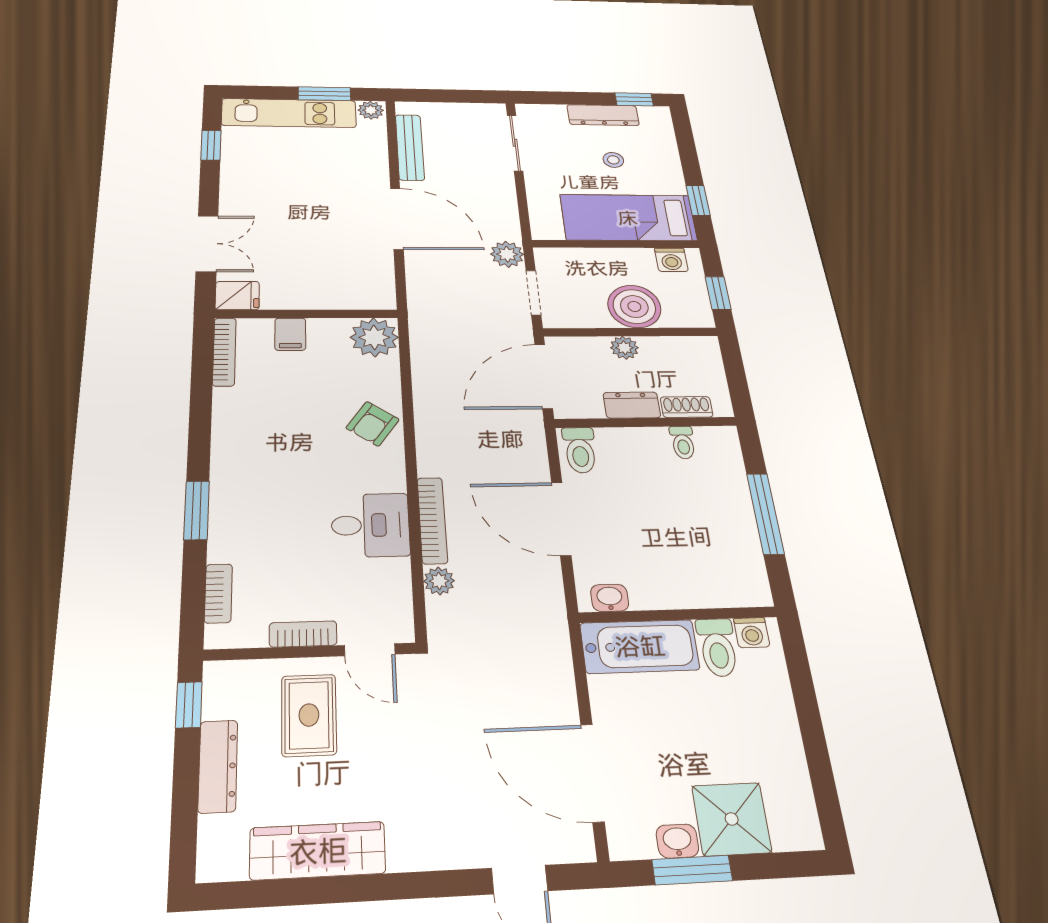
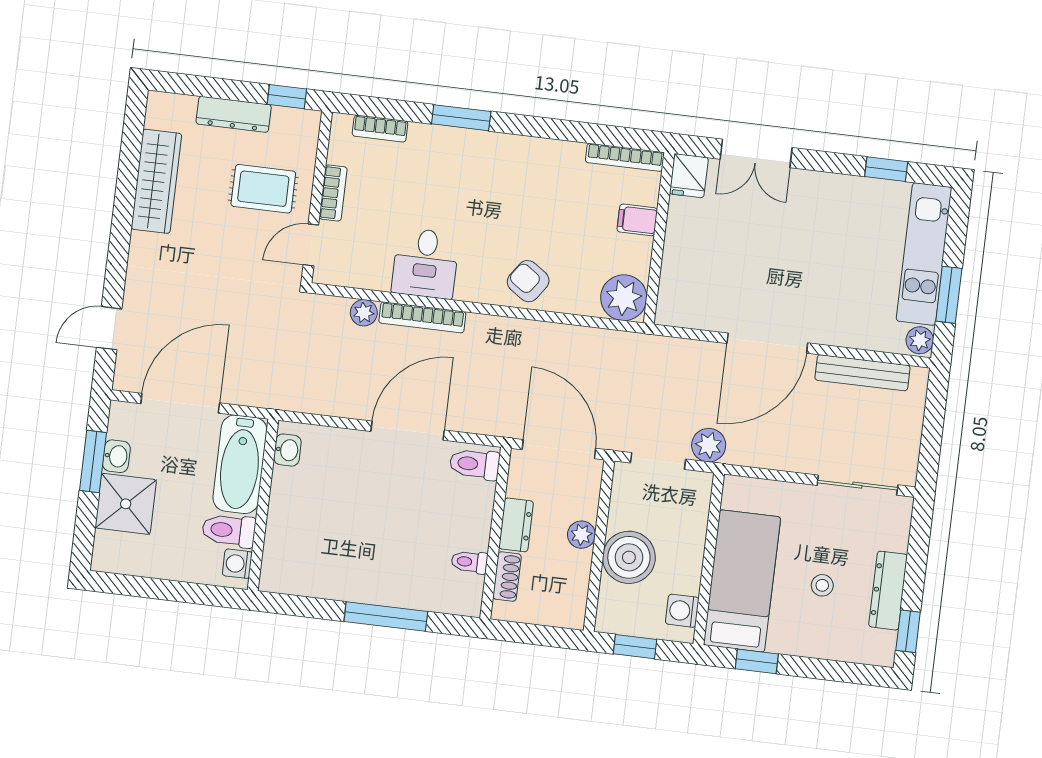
washbasin: (610, 598) -> (287, 450), moved
wall: (678, 615) -> (263, 505), moved
washing machine: (752, 633) -> (237, 564), moved
bathtub: (640, 646) -> (240, 464), moved
toilet: (718, 647) -> (229, 530), moved

